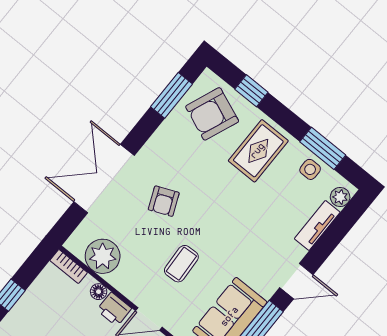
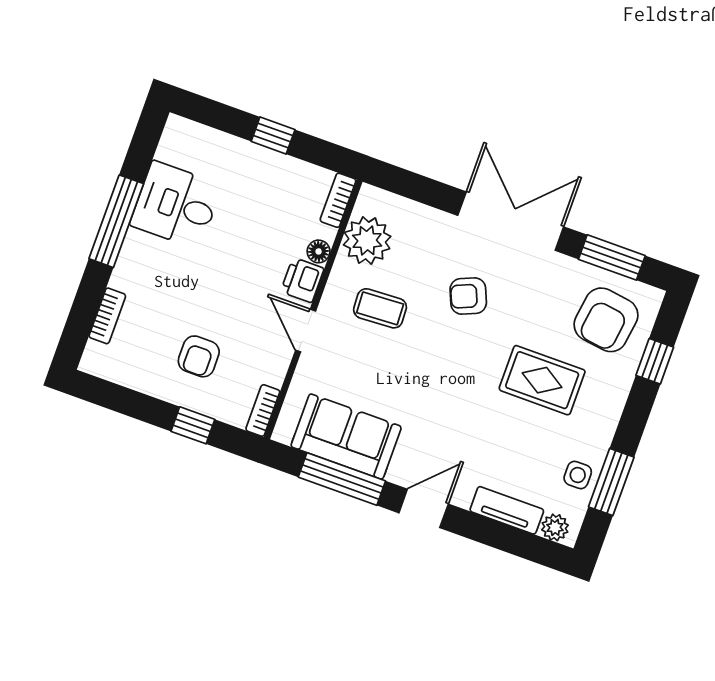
armchair: (212, 114) -> (606, 320), turned -104
rug: (258, 151) -> (542, 380), moved
double door: (104, 179) -> (511, 221), moved
coffee table: (181, 264) -> (380, 308), moved
door: (296, 281) -> (424, 508), swing flipped

